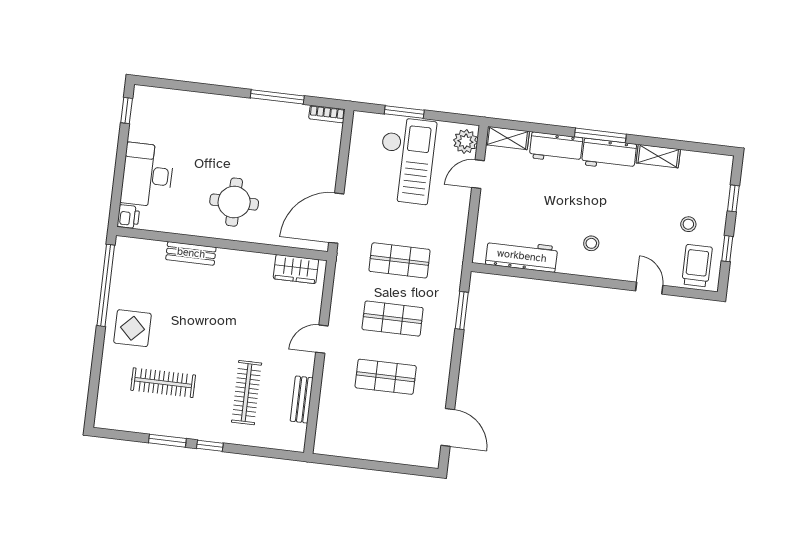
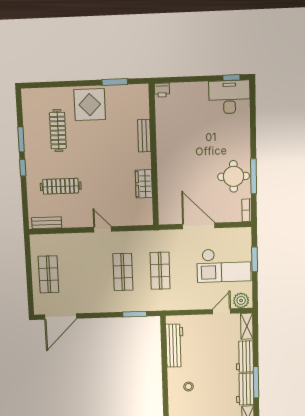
door: (478, 174) -> (222, 311), hinge flipped
desk: (147, 175) -> (229, 97), moved
round table: (234, 202) -> (234, 176), moved
door: (336, 218) -> (199, 226), moved
wardrobe: (296, 269) -> (144, 184), moved
window: (106, 285) -> (115, 82), width x0.47
display table: (132, 328) -> (90, 105), width x1.36, depth x1.36
shop shelf: (386, 377) -> (49, 274), moved
bench: (302, 400) -> (47, 223), moved
door: (448, 427) -> (61, 316), width x1.36

